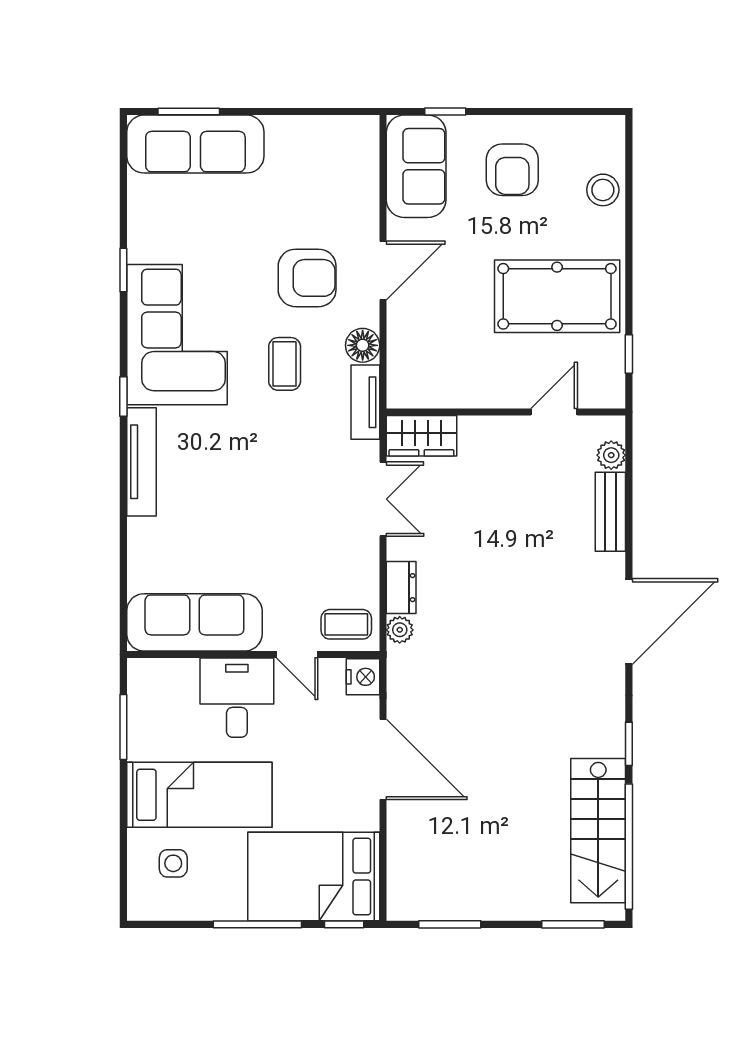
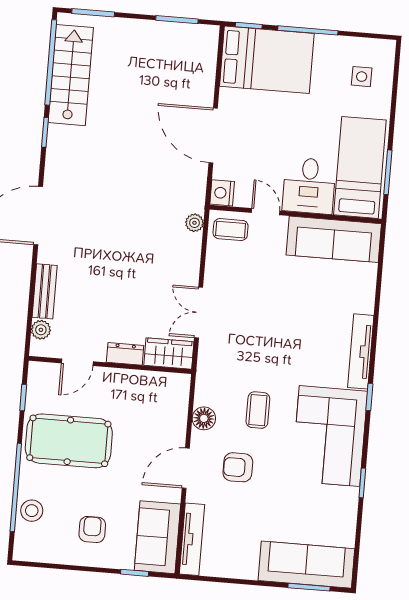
armchair: (512, 170) -> (92, 529), width x0.72, depth x0.72
window: (629, 222) -> (16, 487), added
armchair: (307, 278) -> (238, 467), width x0.72, depth x0.72
tv unit: (365, 402) -> (192, 539), moved, width x1.41
dresser: (401, 588) -> (125, 354), moved, turned 90
bed: (199, 795) -> (360, 167), moved, turned 90

